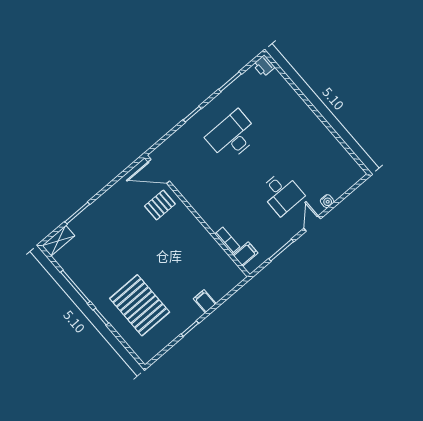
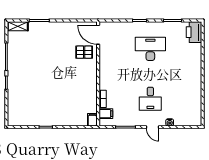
printer: (264, 66) -> (194, 32), width x1.87, depth x1.48
door: (312, 224) -> (153, 127), swing flipped
filing cabinet: (205, 301) -> (92, 120), moved
pallet: (140, 305) -> (31, 94), removed

